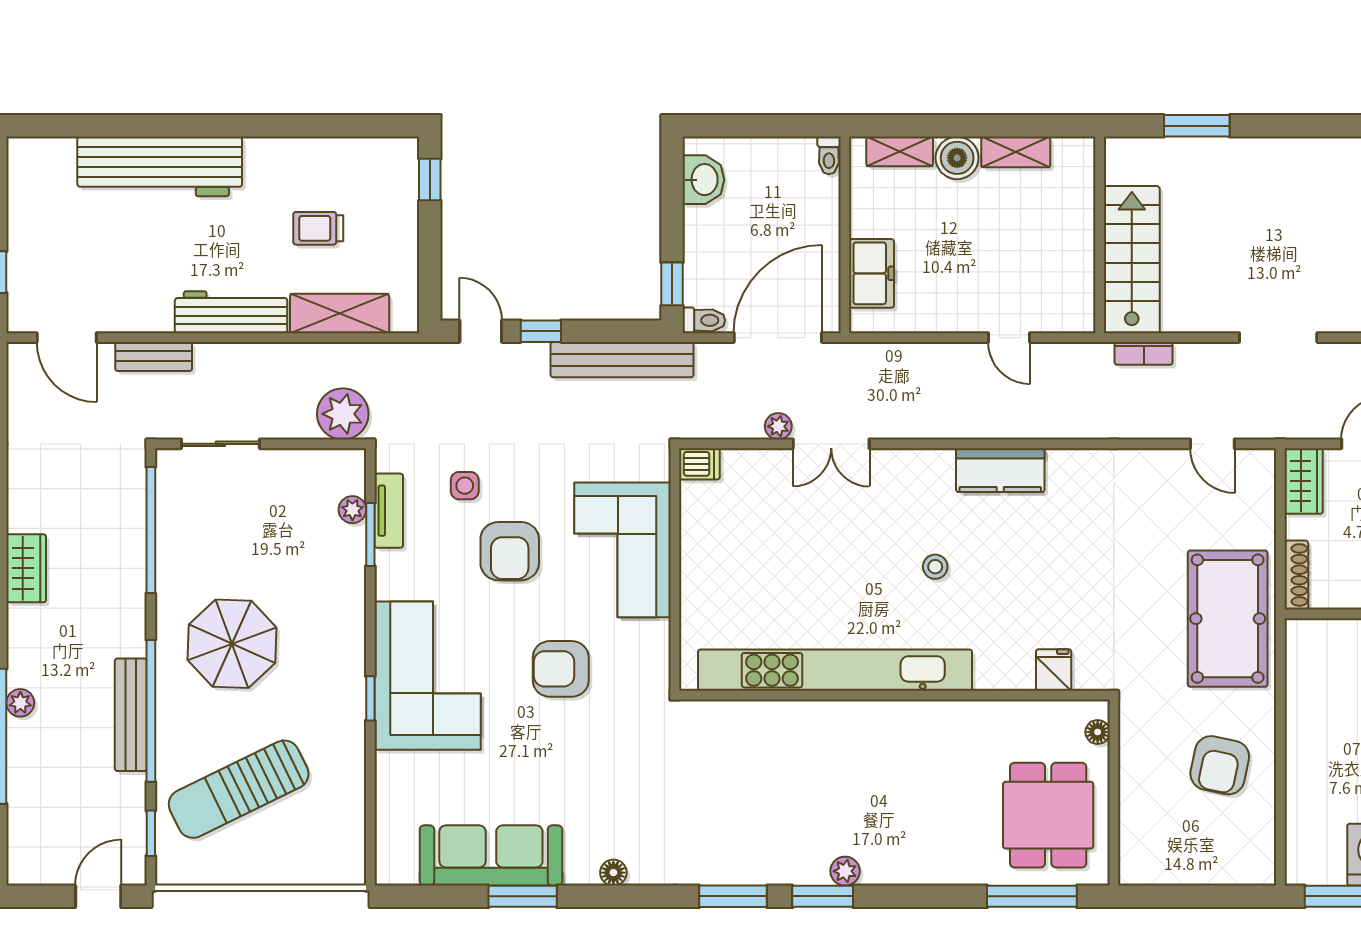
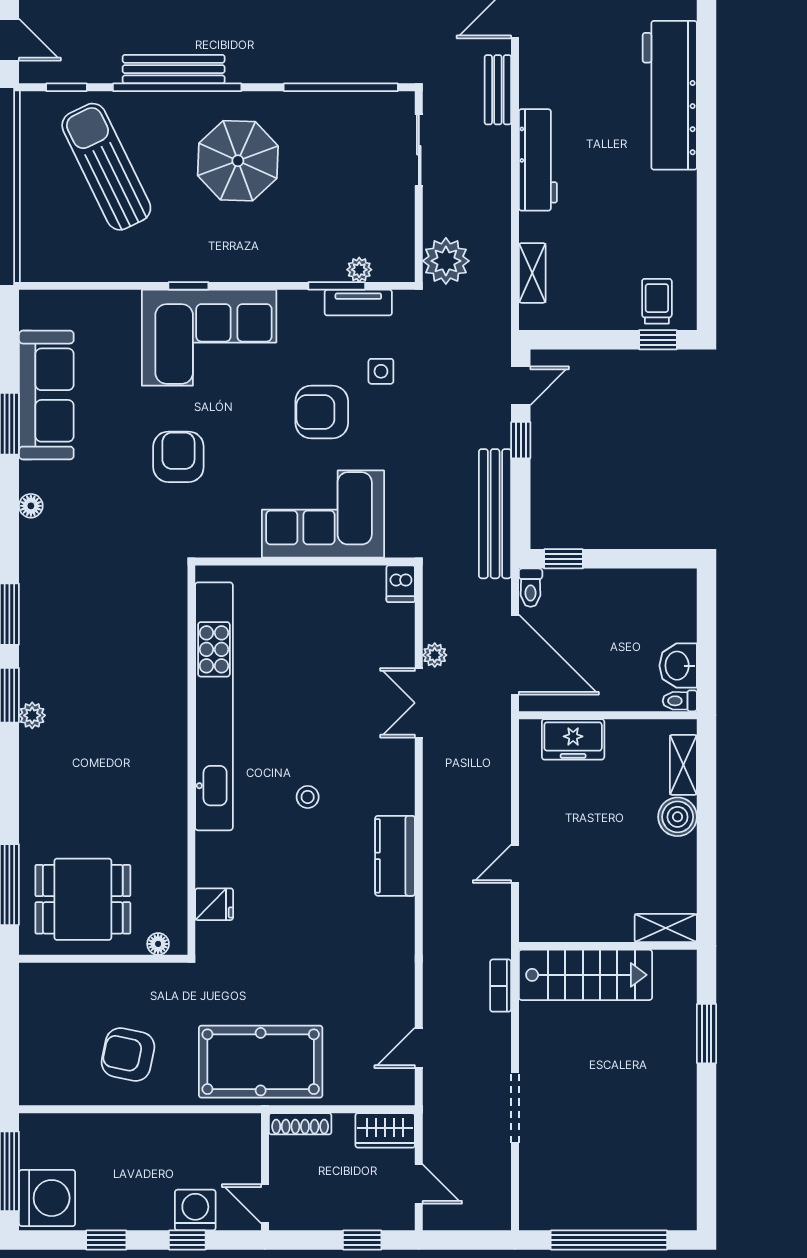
shelving: (1016, 152) -> (666, 928), moved, turned 90
washbasin: (703, 180) -> (678, 666), moved, turned 90
trolley: (318, 228) -> (657, 301), moved
shelving: (340, 314) -> (532, 273), width x0.67, depth x0.75
armchair: (561, 669) -> (178, 457), moved

